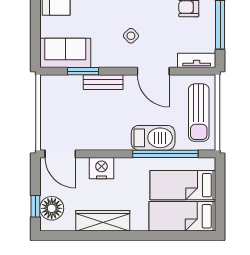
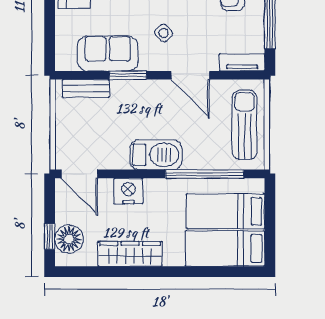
sofa: (65, 53) -> (108, 53), moved
window: (83, 71) -> (128, 75), moved
bench: (103, 82) -> (86, 88), moved
sun lounger: (199, 113) -> (245, 125), turned 180
barbecue: (153, 138) -> (156, 155), moved

